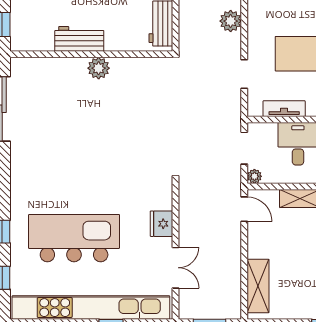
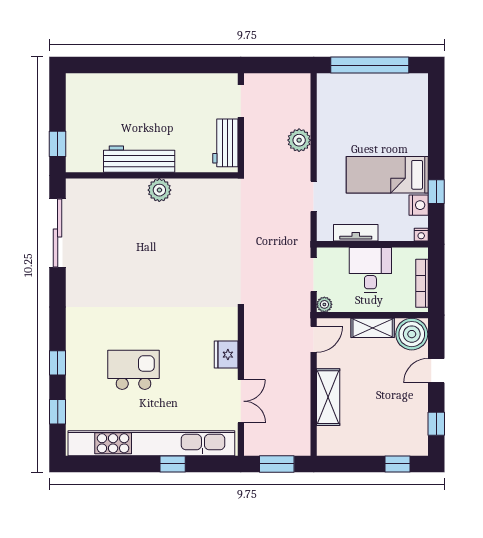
workbench: (79, 39) -> (139, 159), width x1.38
door: (244, 209) -> (314, 339), hinge flipped
kitchen island: (74, 238) -> (133, 370), width x0.54, depth x0.78
shelving: (258, 286) -> (328, 397), moved

